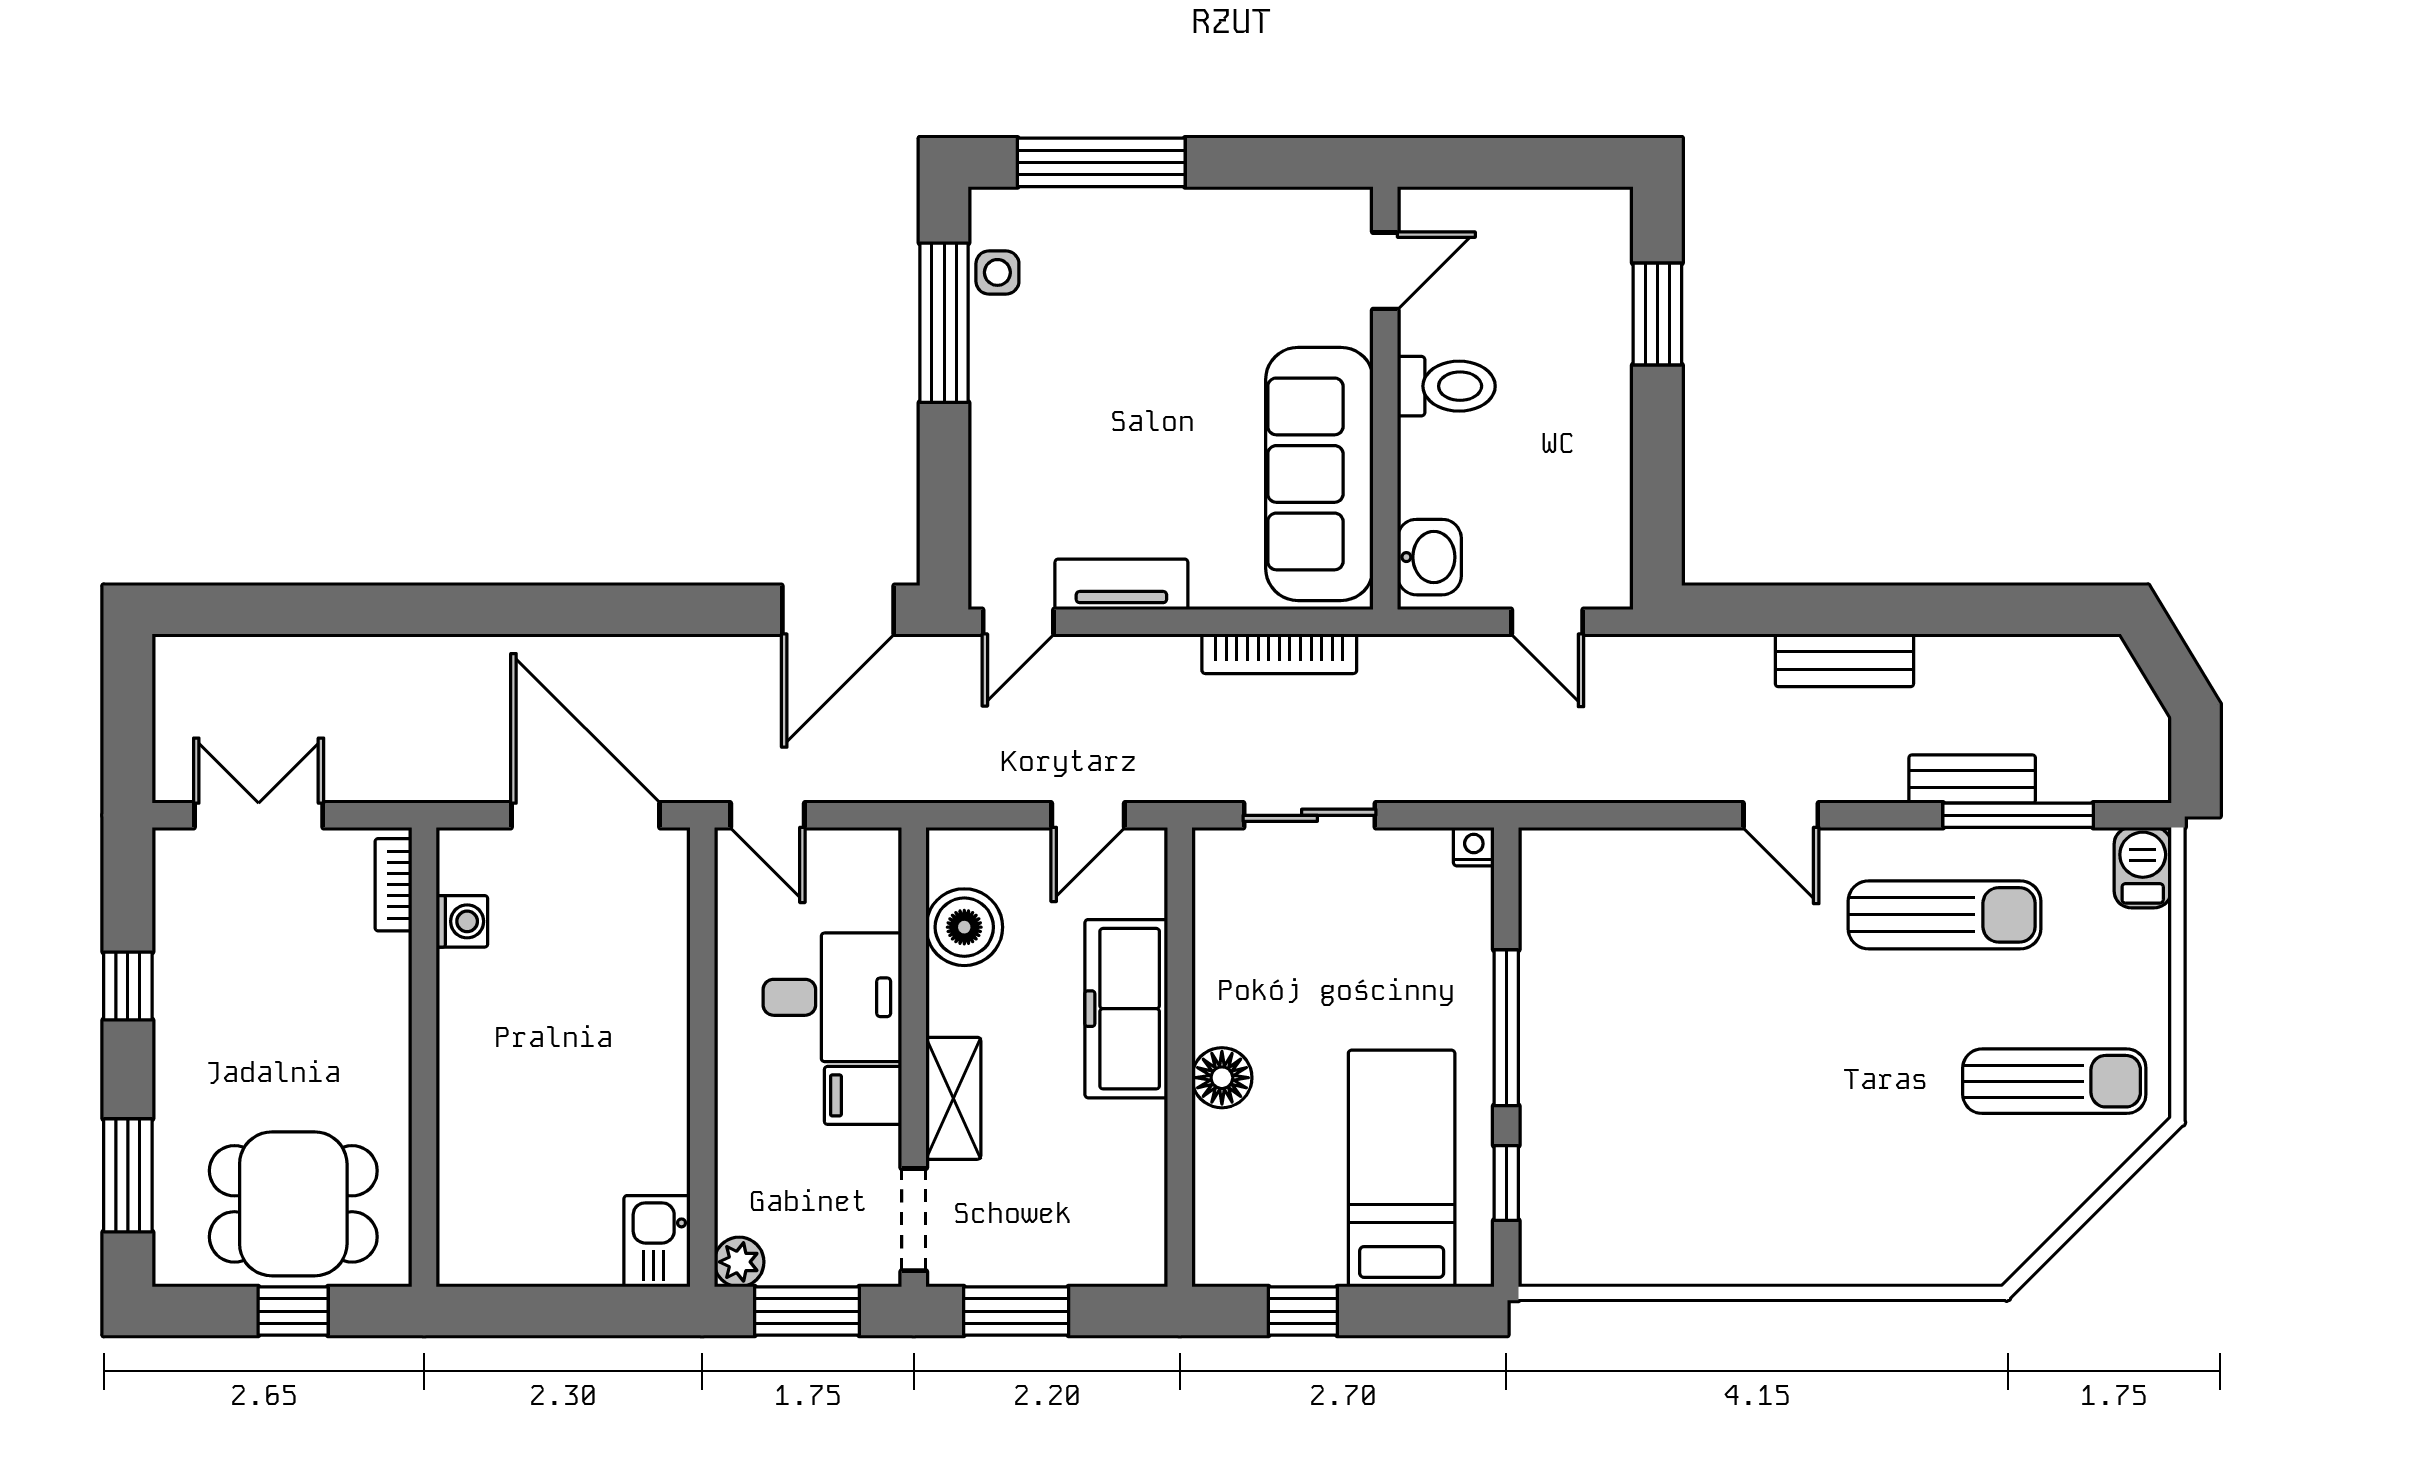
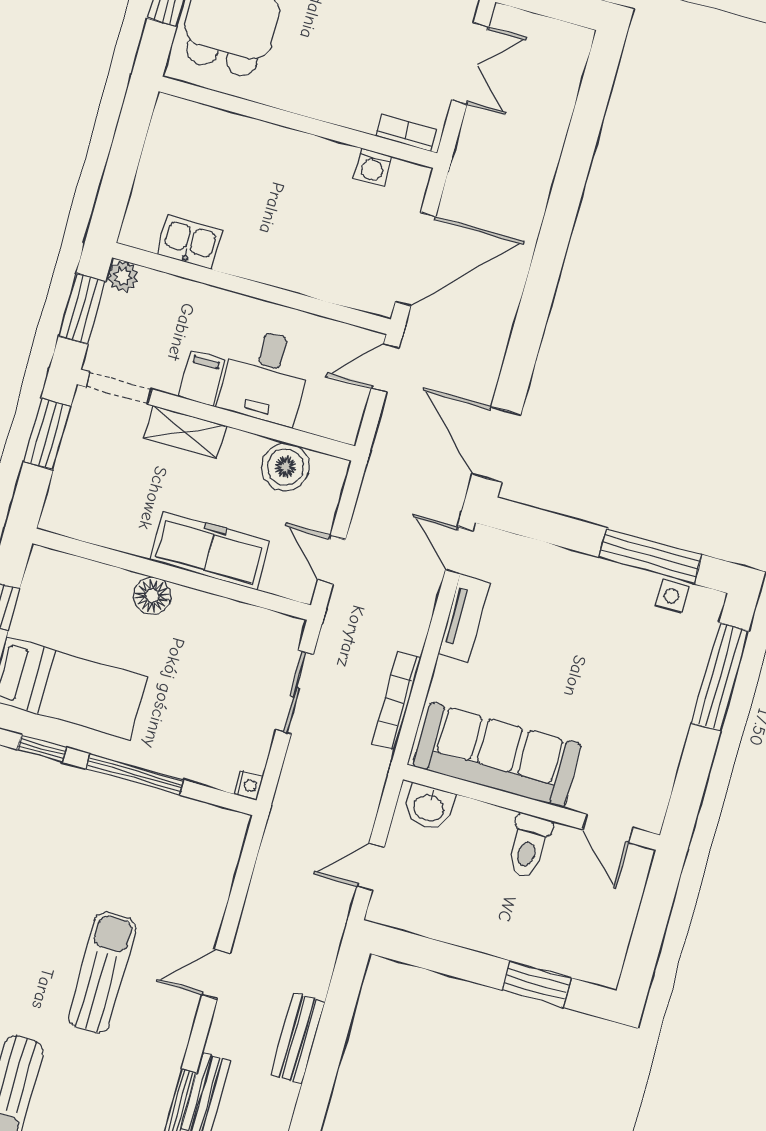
sun lounger: (1944, 915) -> (102, 972), moved, turned 180
kitchen sink: (657, 1241) -> (190, 242), moved

